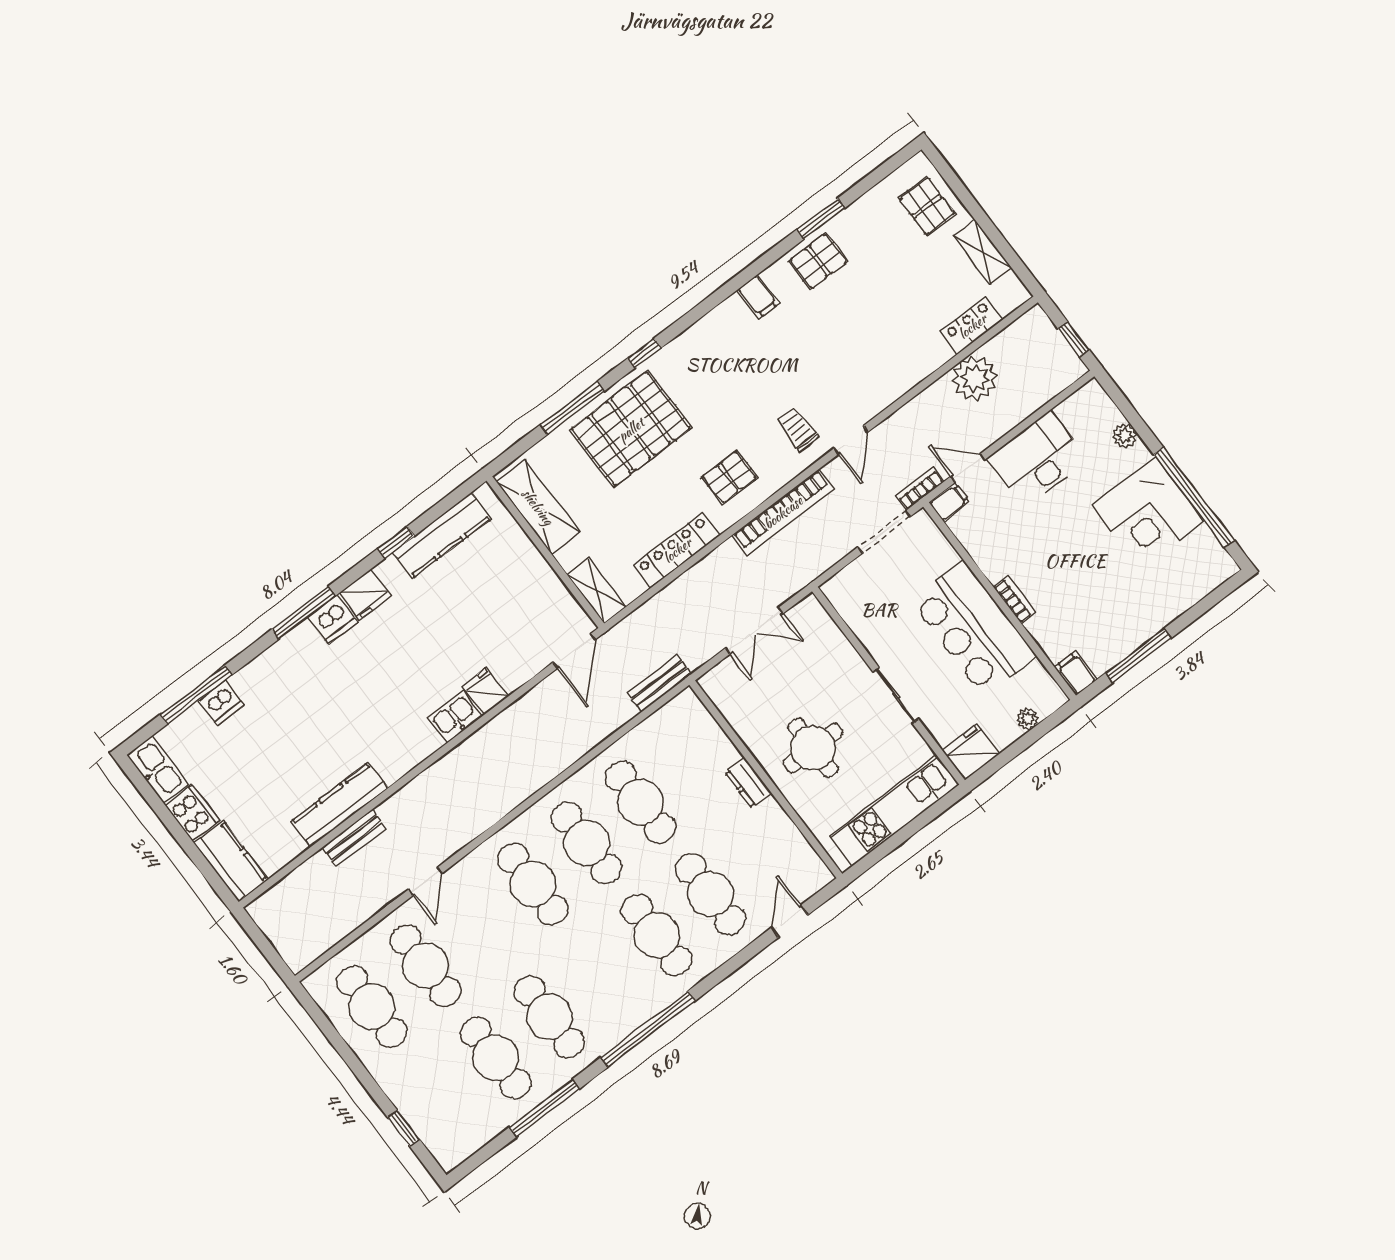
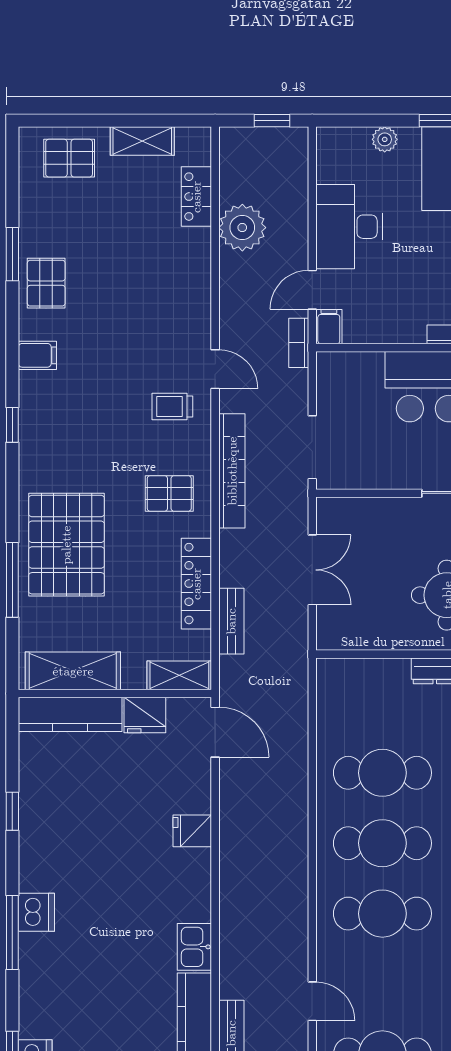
window: (644, 353) -> (12, 425), moved
pallet: (729, 477) -> (169, 493), turned 90
doorway: (884, 532) -> (312, 447), moved
kitchen counter: (442, 535) -> (70, 714), moved, turned 90
fridge: (365, 595) -> (145, 715), moved, turned 90
bench: (659, 683) -> (231, 621), moved
kitchen sink: (455, 717) -> (194, 947), moved

